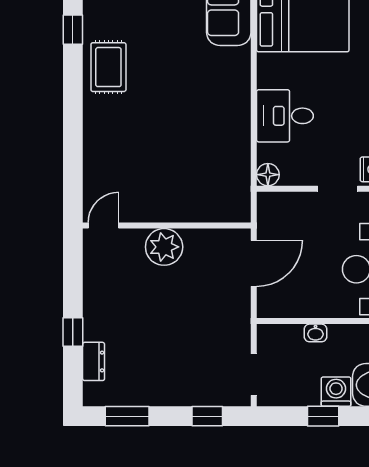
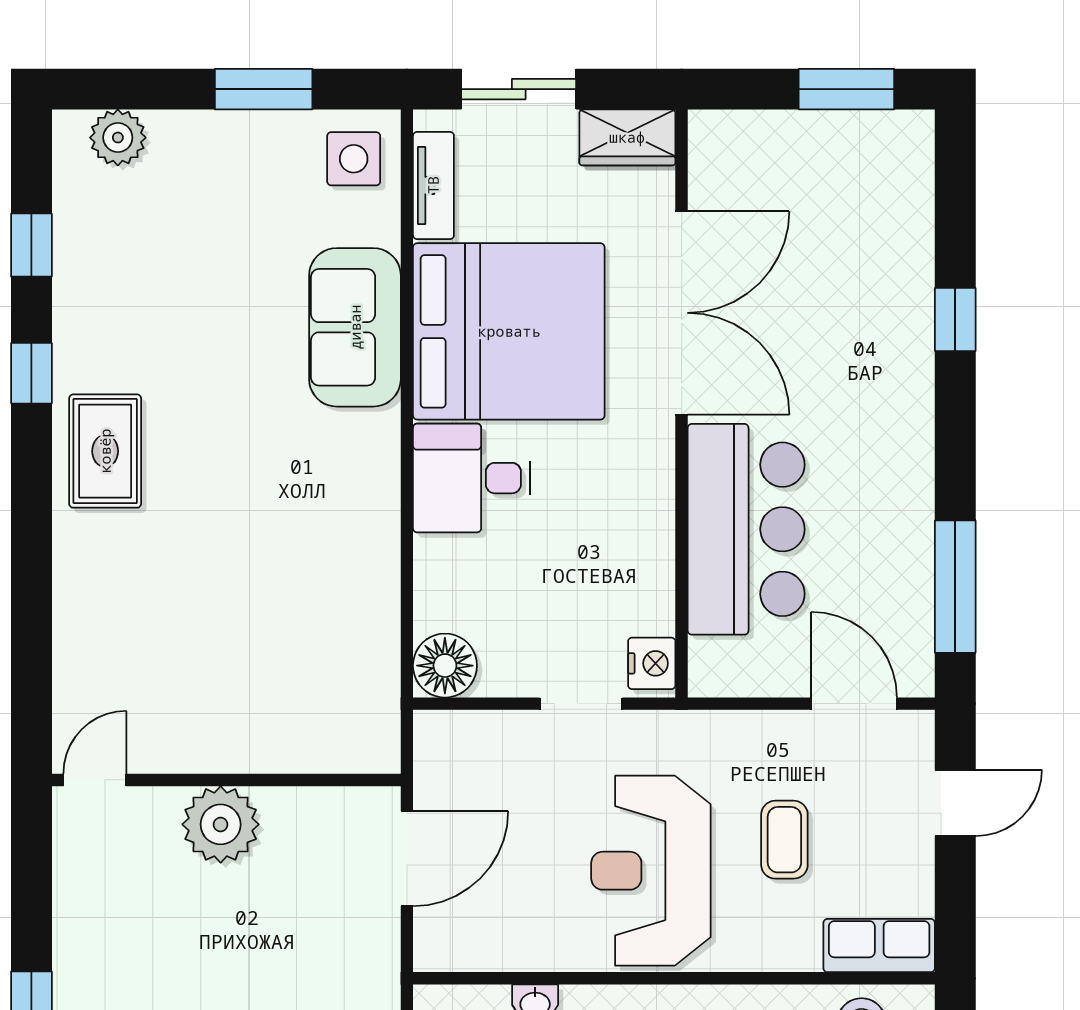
desk: (285, 116) -> (472, 478), moved
floor lamp: (268, 175) -> (445, 666), width x1.38, depth x1.38

